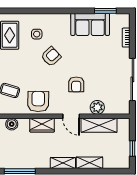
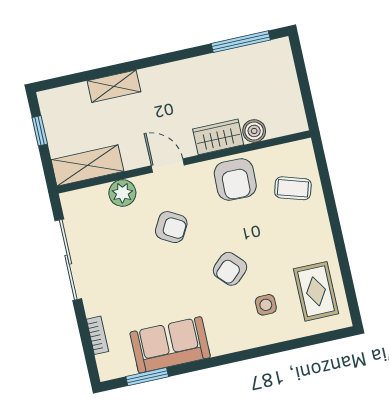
armchair: (76, 84) -> (171, 227), turned 119
boiler: (12, 124) -> (254, 131), moved
shelving: (99, 125) -> (87, 166), moved
shelving: (63, 163) -> (164, 75), removed

